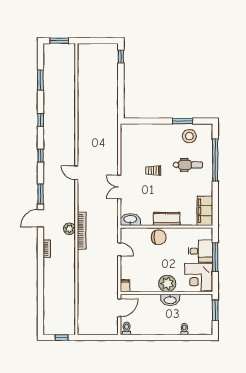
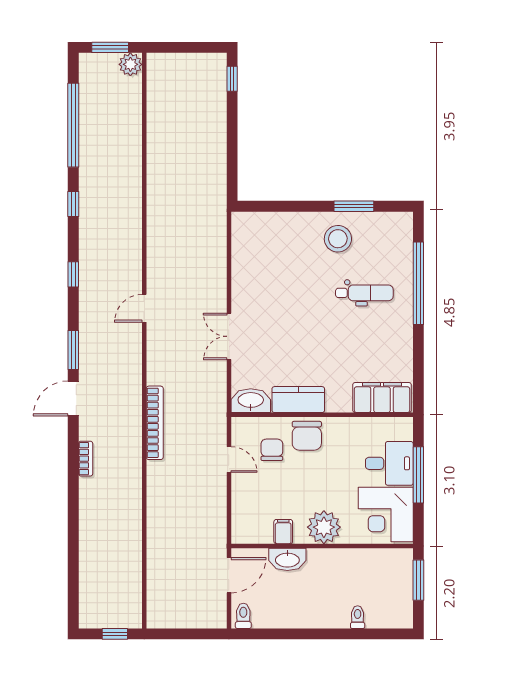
window: (40, 80) -> (73, 125), width x2.11
stool: (189, 136) -> (338, 239), moved
trolley: (153, 171) -> (296, 304), removed
door: (76, 173) -> (144, 308), hinge flipped
filing cabinet: (205, 211) -> (382, 398), moved, turned 90
kitchen counter: (167, 219) -> (298, 400), moved
plant: (69, 229) -> (130, 64), moved
chair: (159, 237) -> (307, 436), turned 90
chair: (141, 244) -> (272, 450), added
filing cabinet: (125, 286) -> (283, 532), moved
washbasin: (170, 300) -> (287, 559), moved

